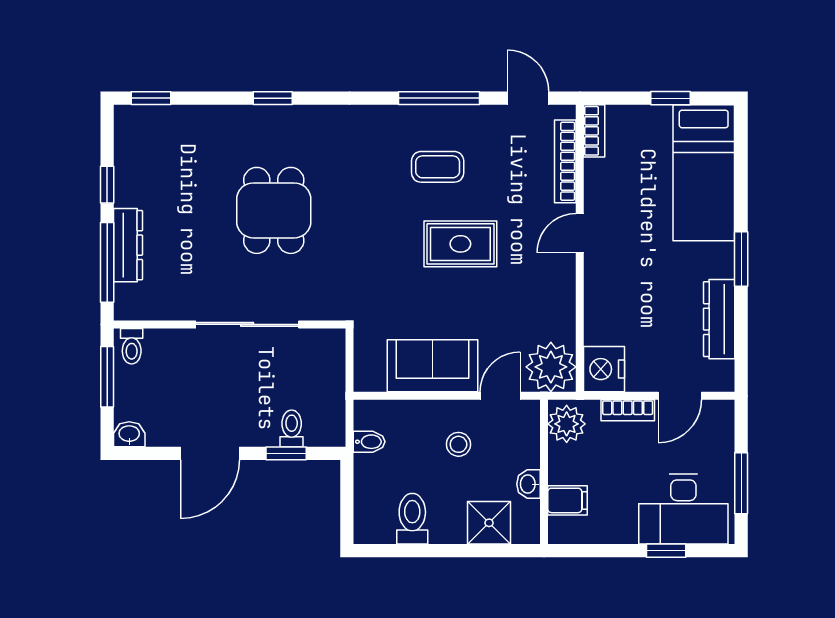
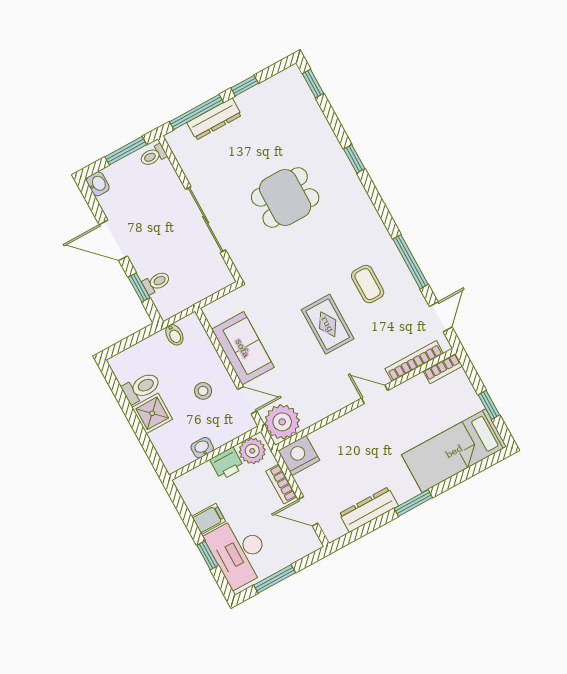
printer: (565, 464) -> (227, 464), added
filing cabinet: (568, 500) -> (209, 519), moved, turned -90
shower: (489, 523) -> (152, 413), moved

